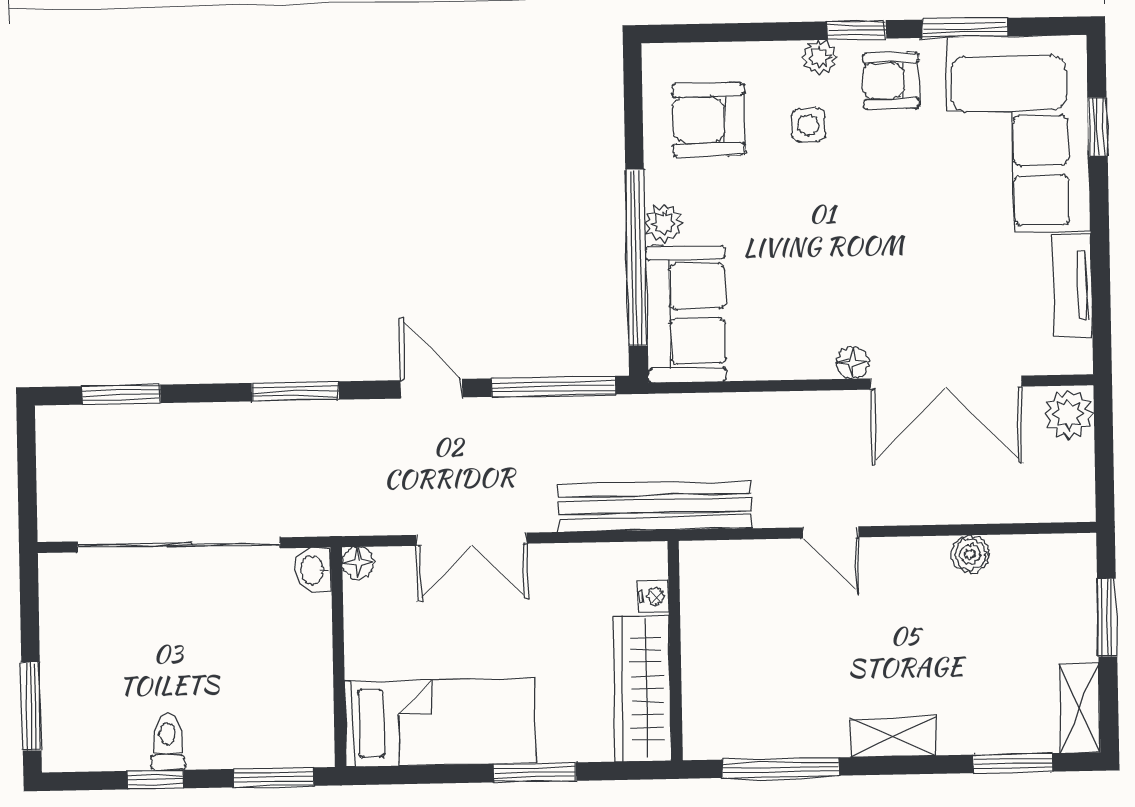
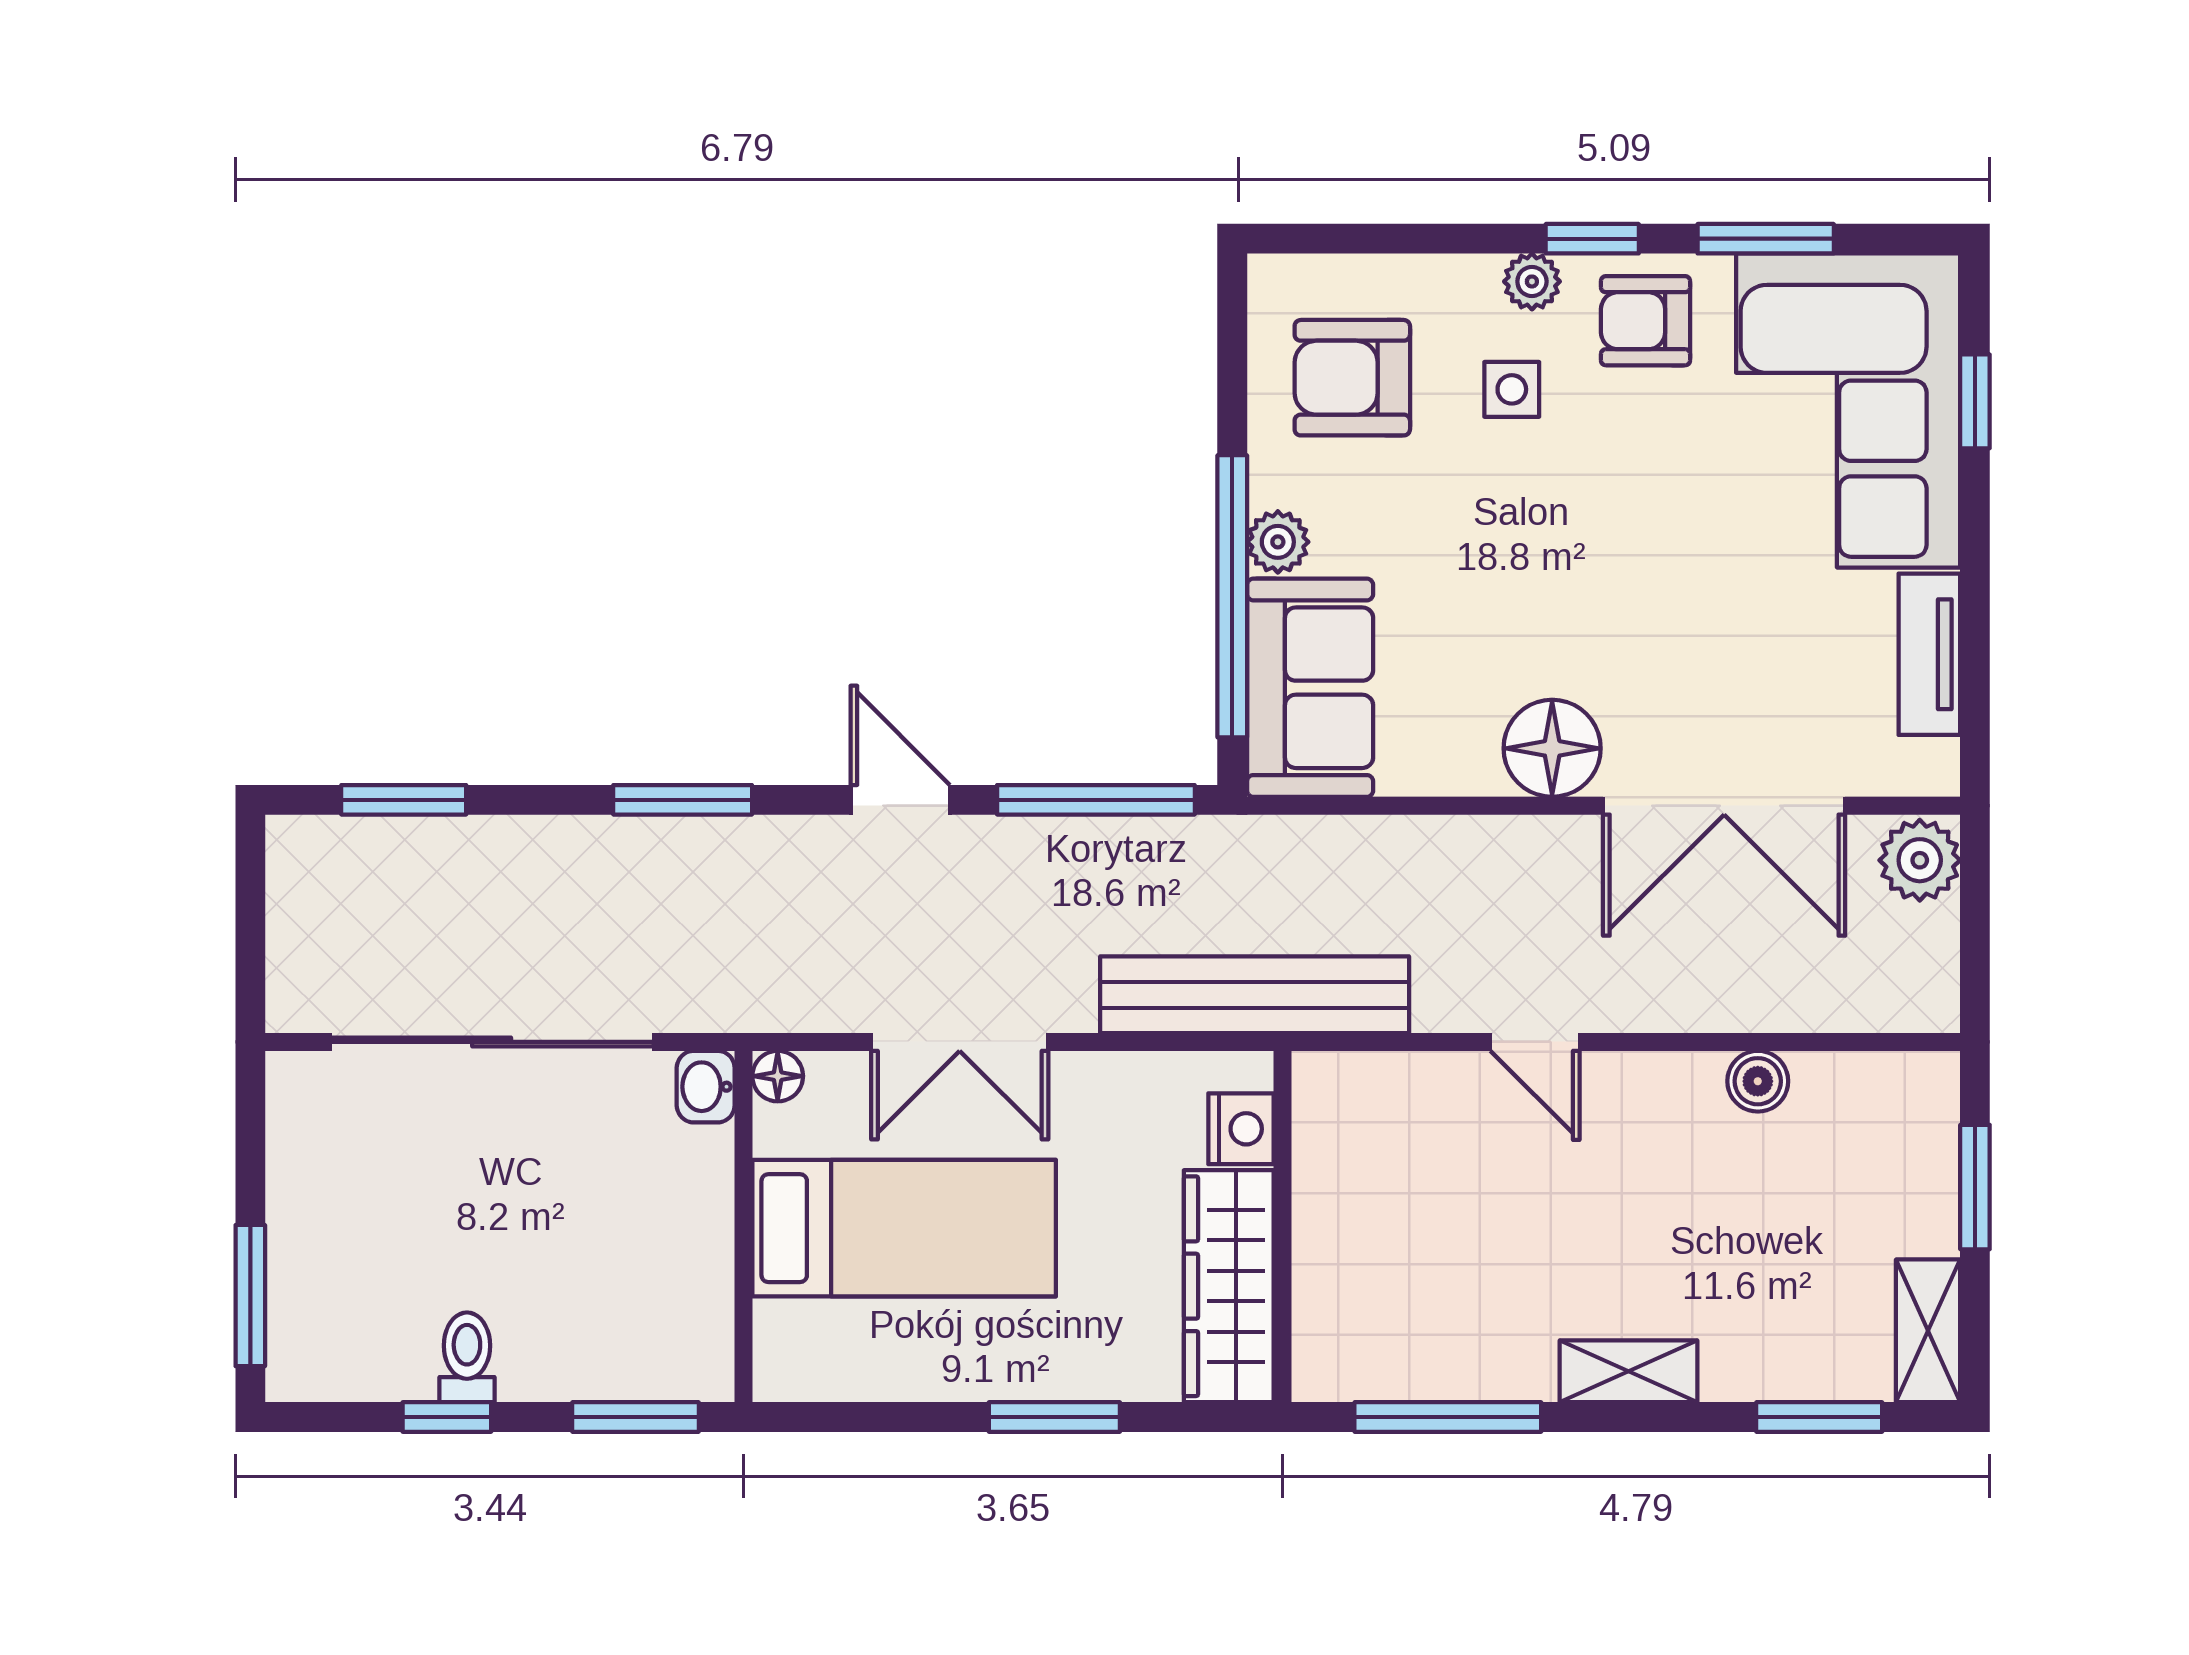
floor lamp: (852, 363) -> (1552, 748), width x1.89, depth x1.89
nightstand: (653, 596) -> (1241, 1129), width x1.39, depth x1.35
bed: (440, 722) -> (904, 1228), moved

